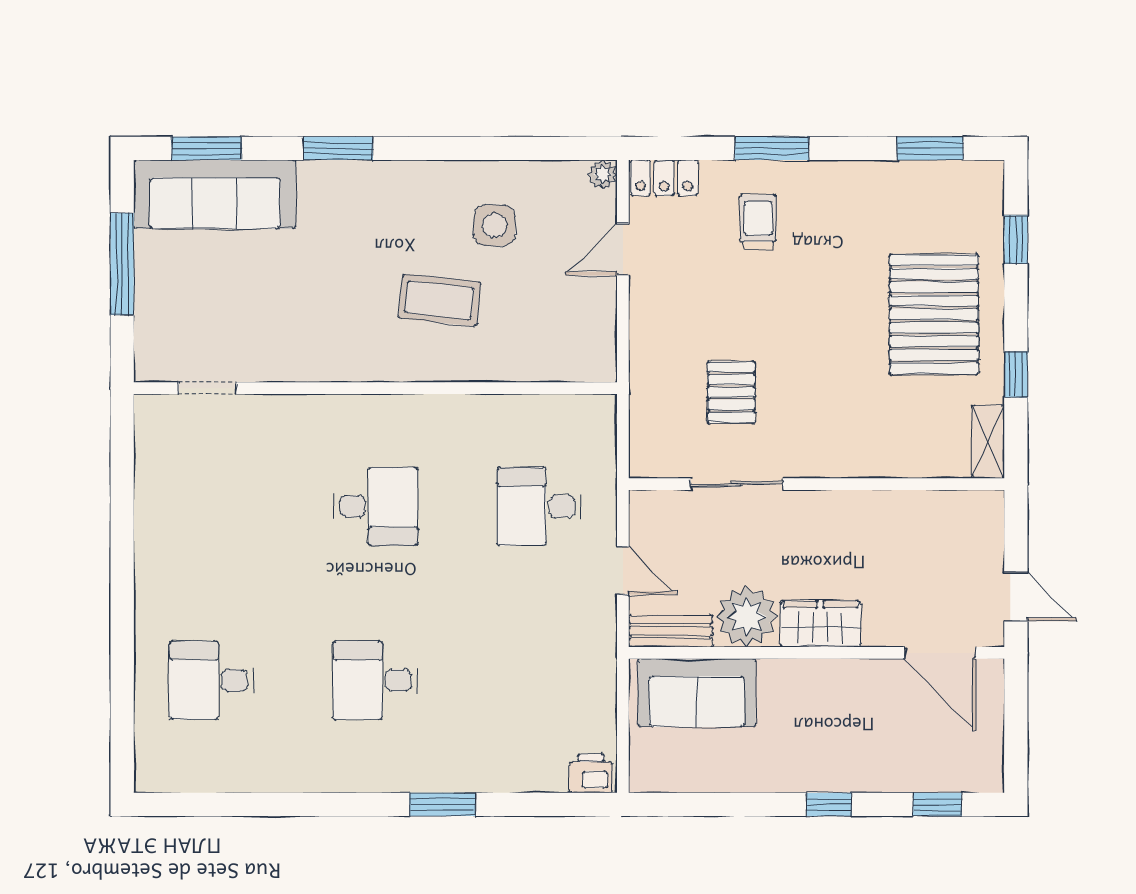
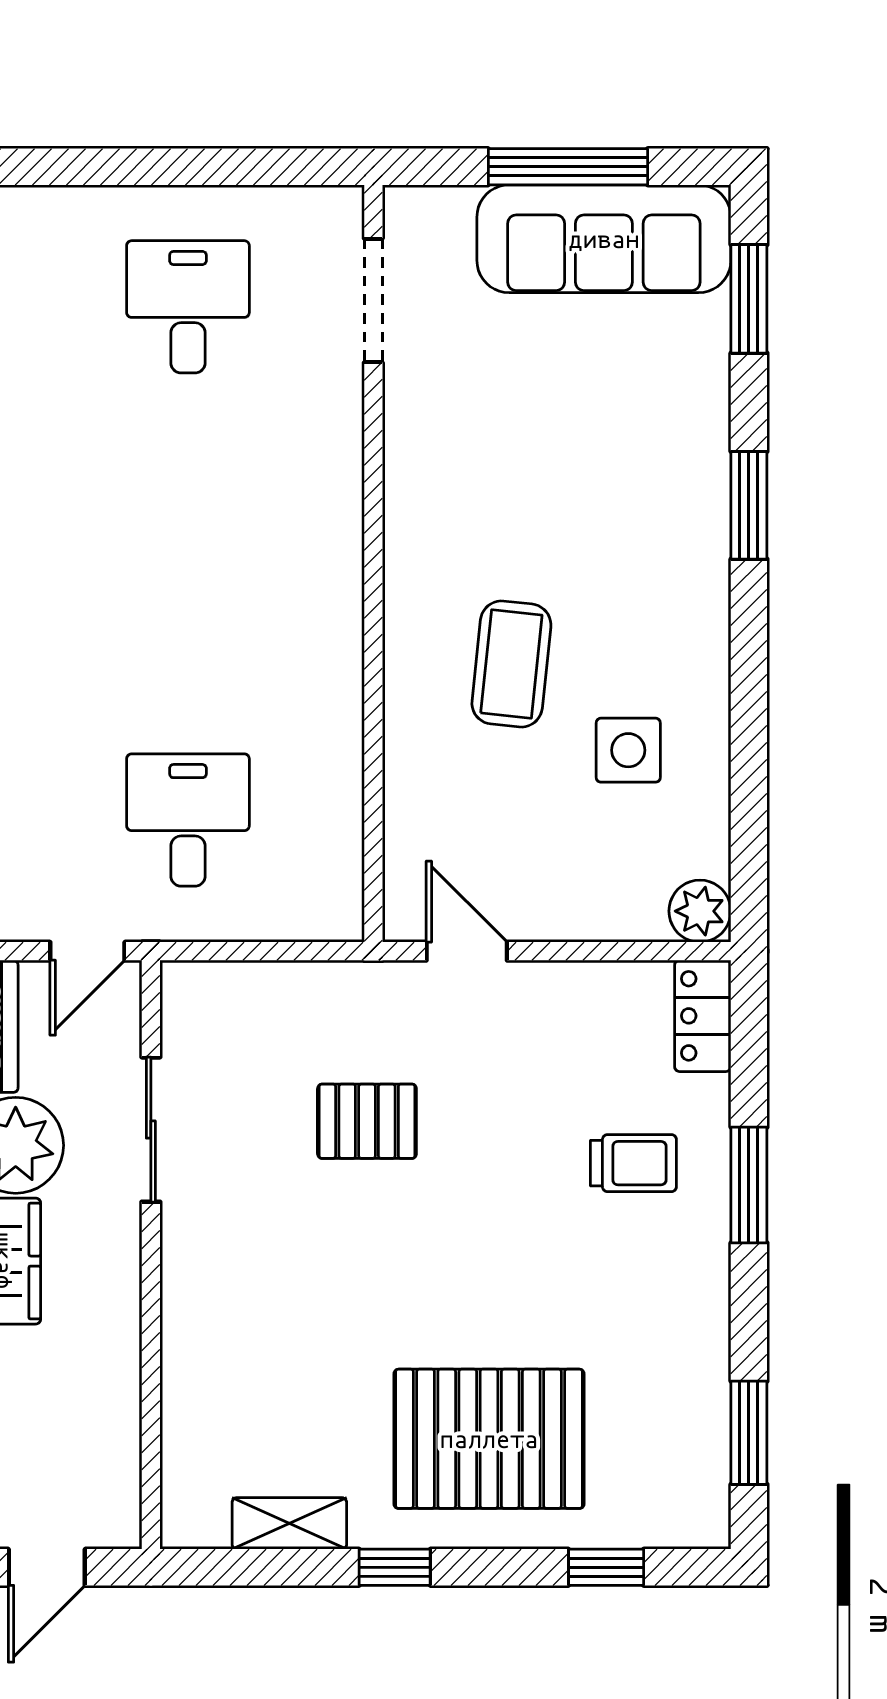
plant: (603, 174) -> (700, 911), width x1.38, depth x1.38
sofa: (215, 194) -> (604, 239), moved, turned -90
door: (623, 249) -> (467, 951), moved
doorway: (208, 388) -> (373, 301), width x1.38
sliding door: (737, 484) -> (151, 1130), moved
wall: (816, 484) -> (151, 1255), moved
desk: (375, 506) -> (188, 307), moved, turned 180

